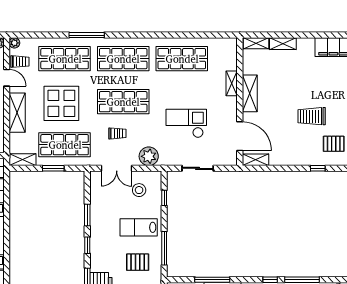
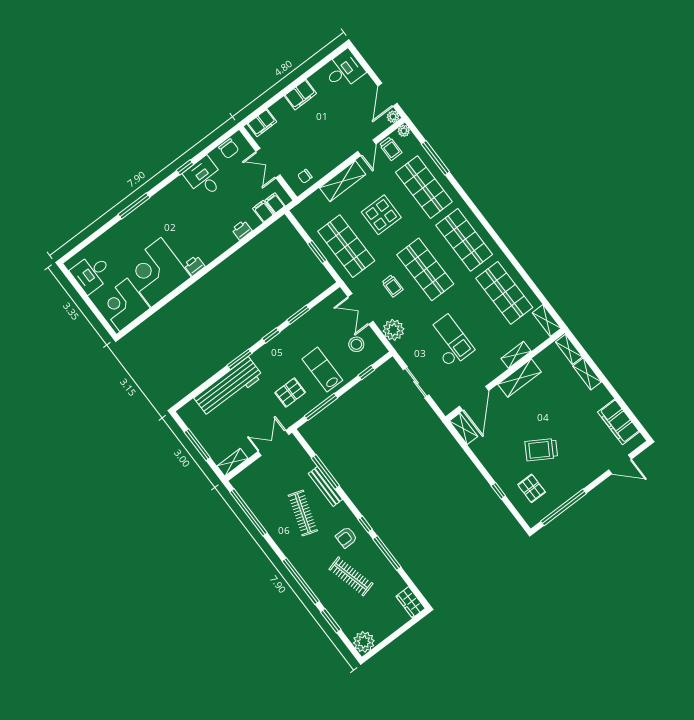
window: (87, 35) -> (435, 158), moved
display table: (61, 103) -> (381, 215), width x0.73, depth x0.73
trolley: (312, 116) -> (541, 450), turned -59
shelving: (22, 160) -> (547, 321), moved
pallet: (138, 262) -> (290, 392), turned 90

